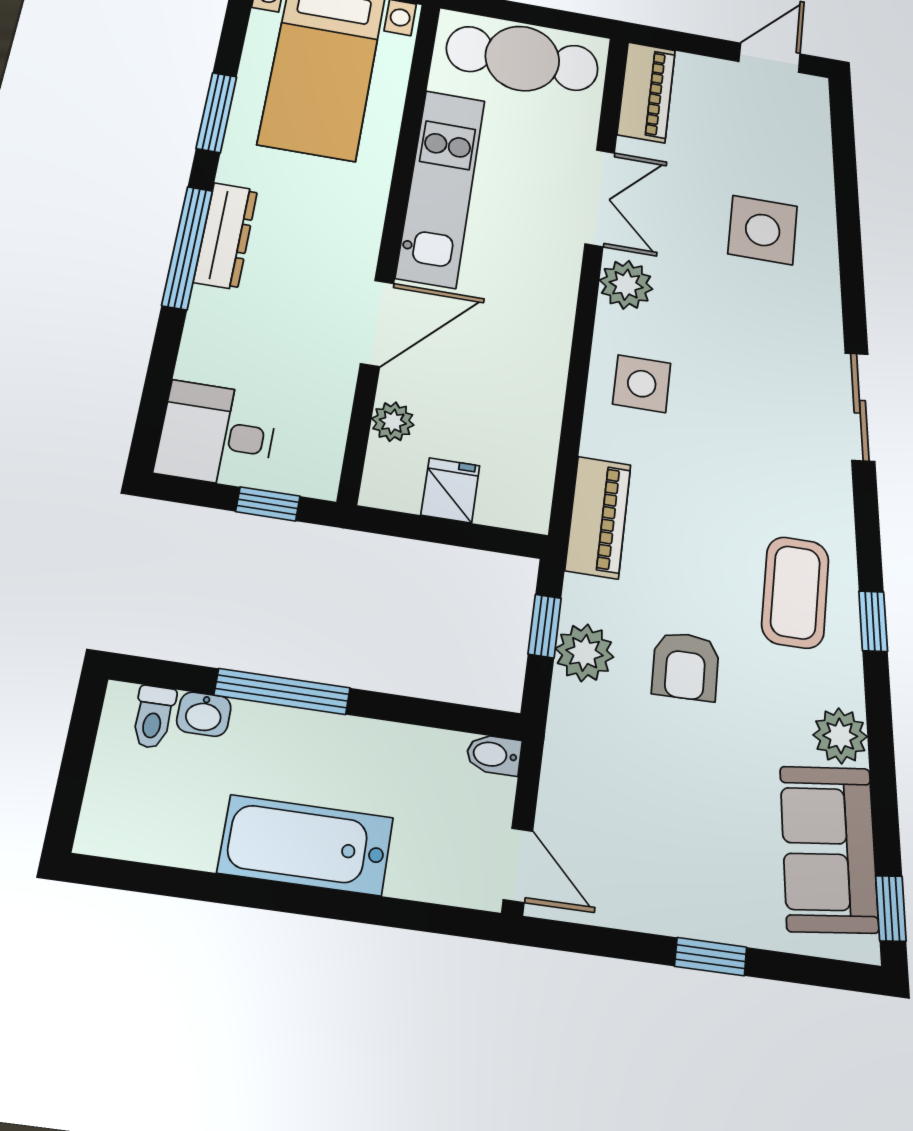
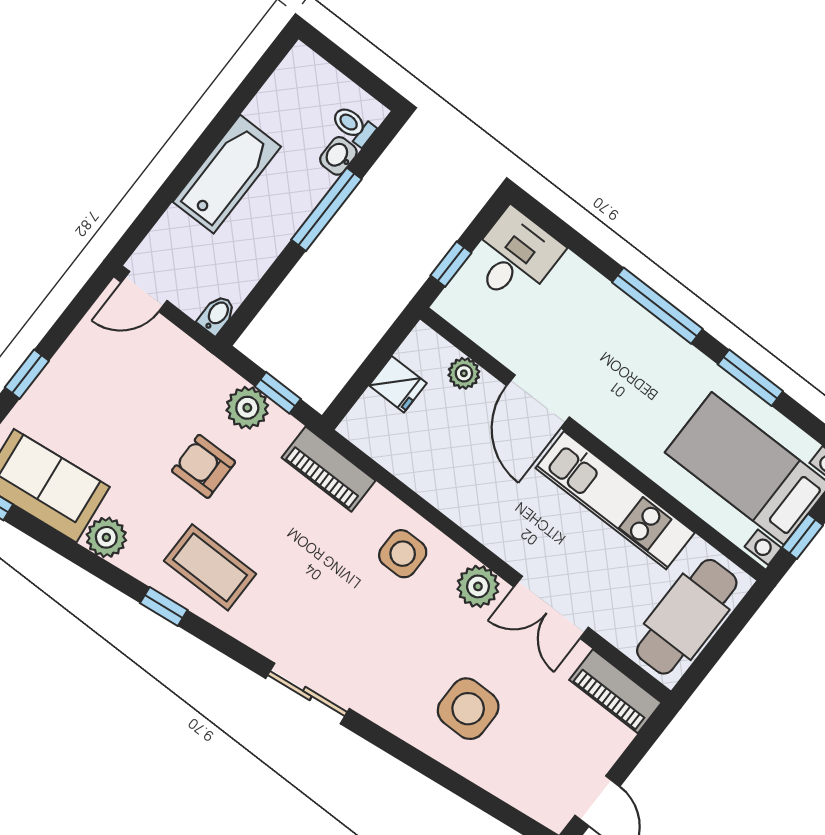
dresser: (226, 236) -> (653, 335), removed

